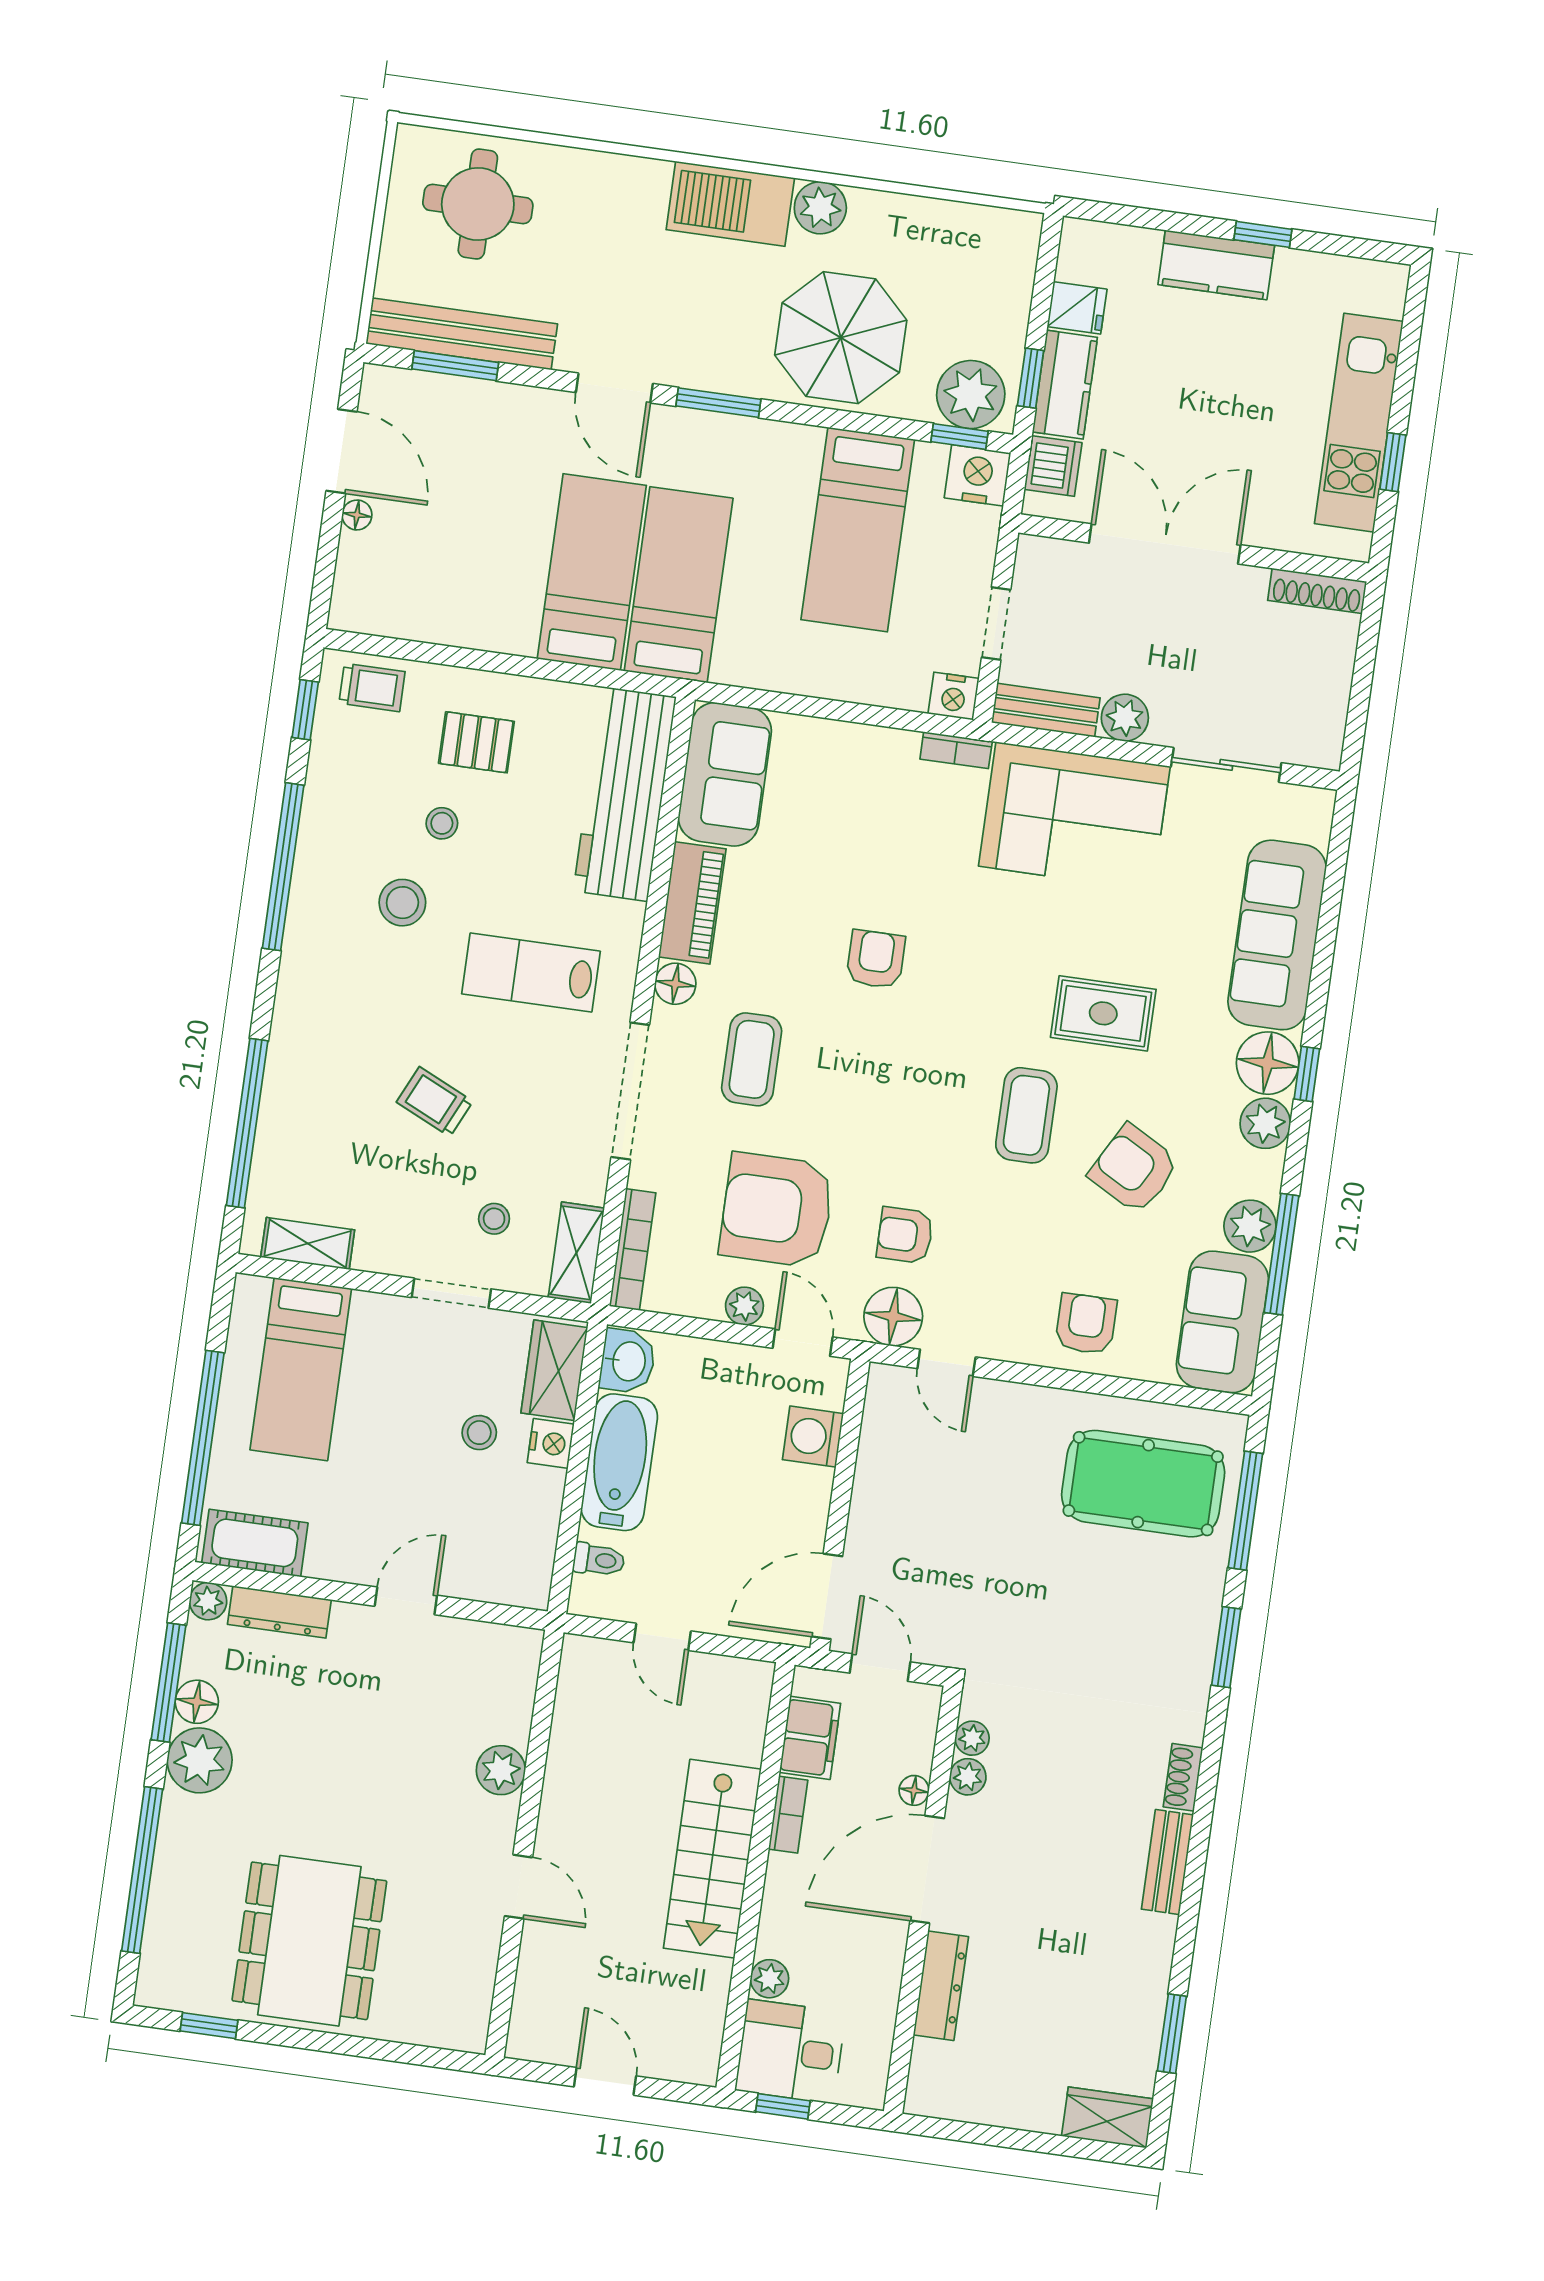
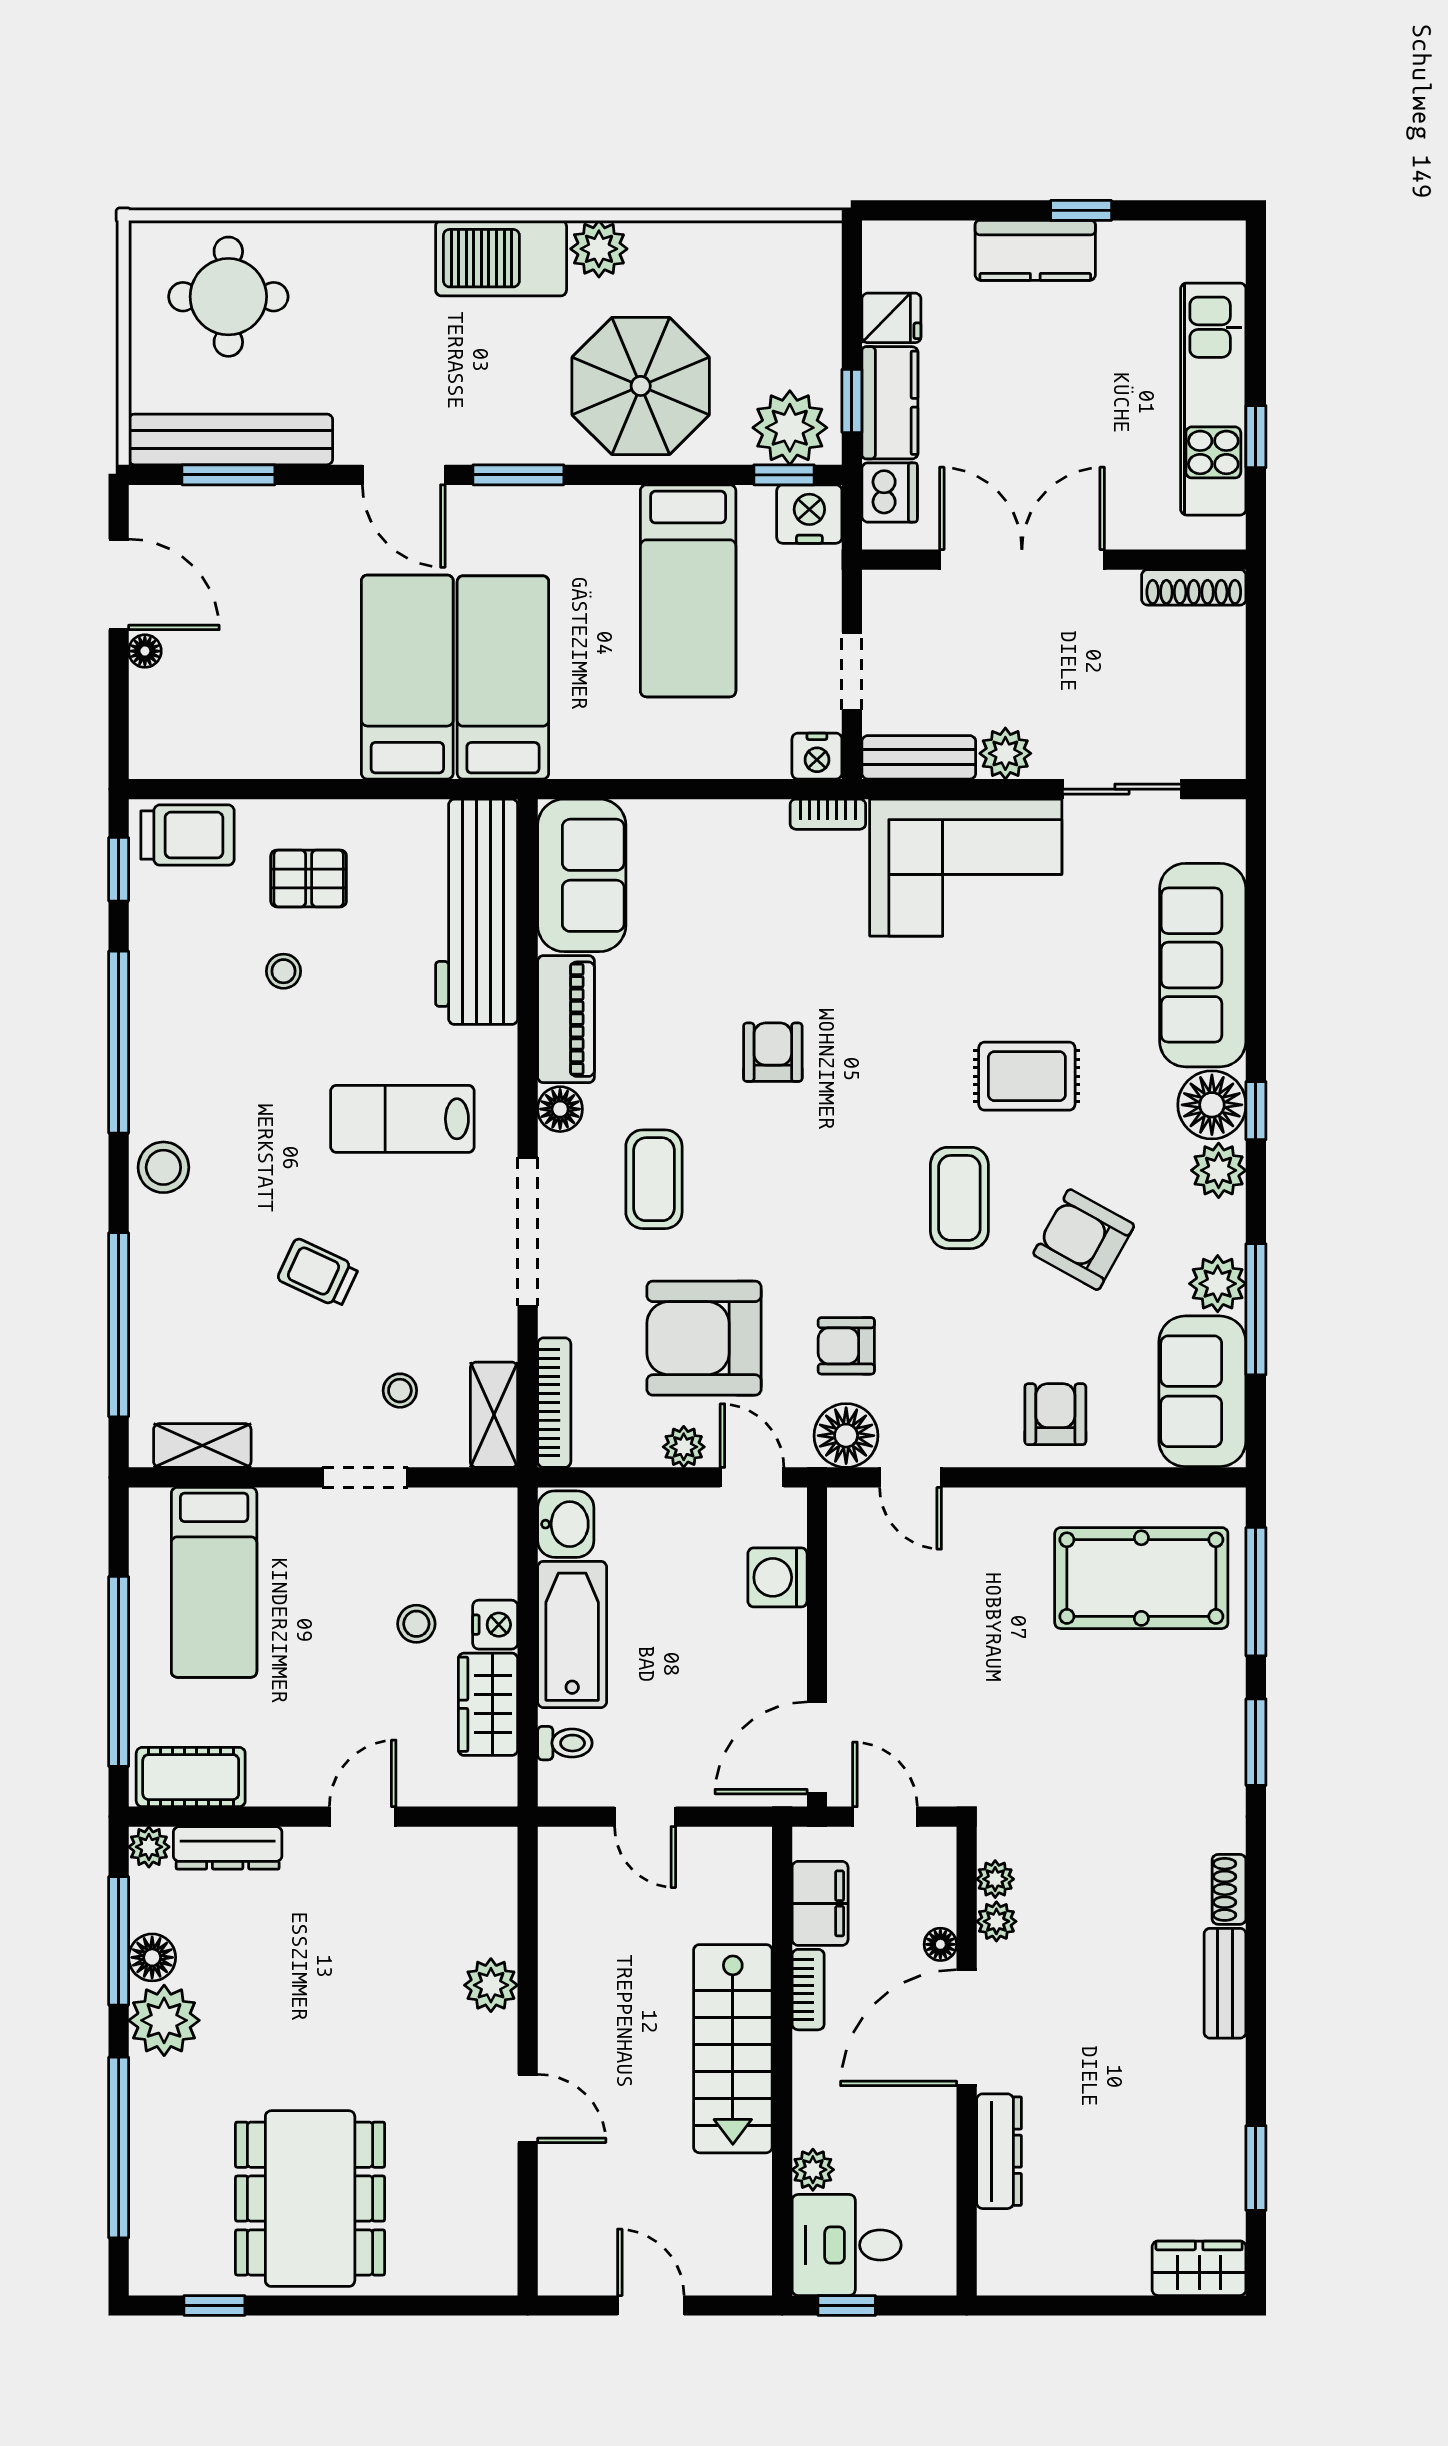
trolley: (372, 687) -> (187, 835), width x1.36, depth x1.39
stool: (402, 903) -> (163, 1167), moved
wardrobe: (554, 1370) -> (488, 1704), moved

